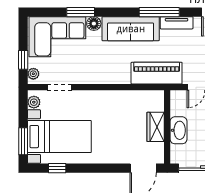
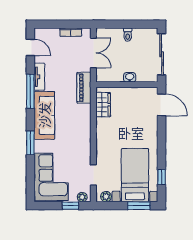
window: (81, 12) -> (30, 143), moved
floor lamp: (94, 24) -> (40, 146), removed
piano: (157, 73) -> (84, 88), width x0.73, depth x0.75
wardrobe: (156, 127) -> (103, 105), moved, turned -90
washbasin: (179, 130) -> (130, 77), width x0.52, depth x0.69

